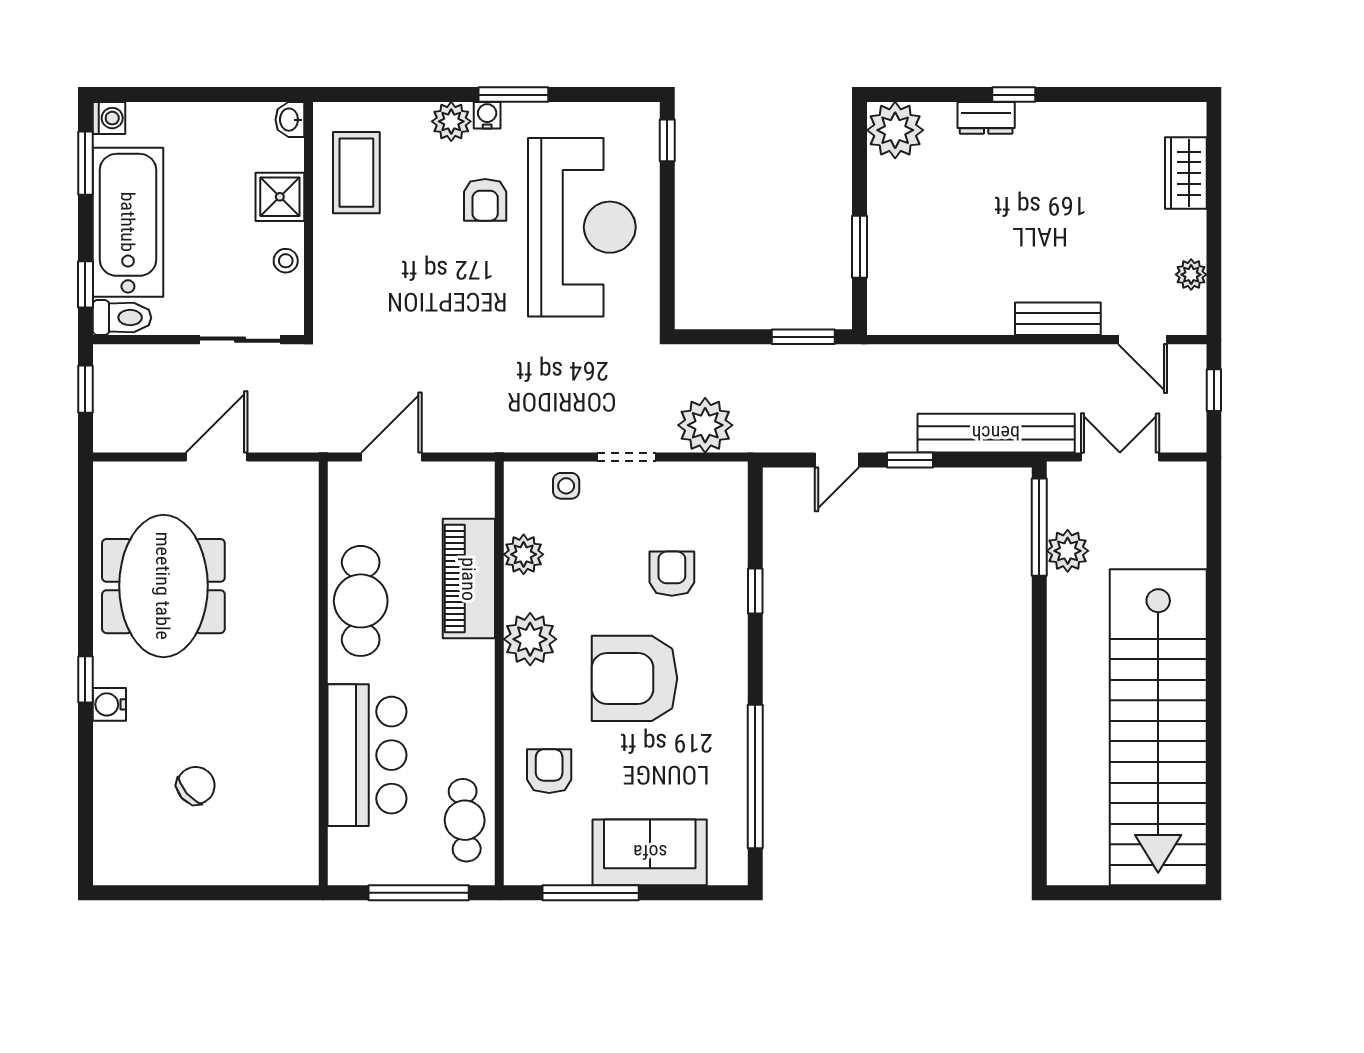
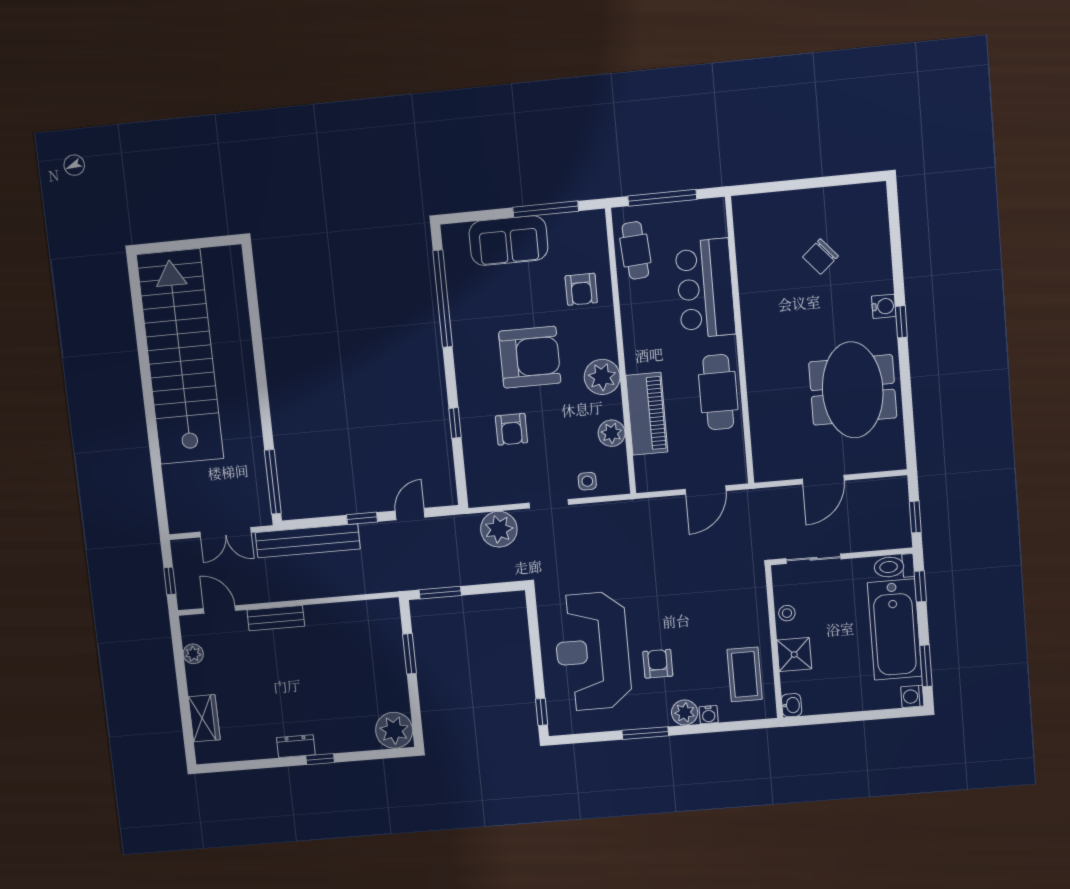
water cooler: (487, 115) -> (709, 715), moved
dresser: (986, 118) -> (296, 746), moved
plant: (1068, 551) -> (253, 468), removed

